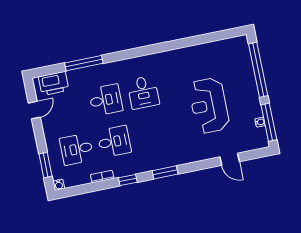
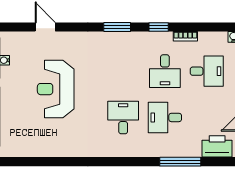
reception desk: (209, 106) -> (56, 89), turned 180
desk: (114, 142) -> (165, 71), turned -90

